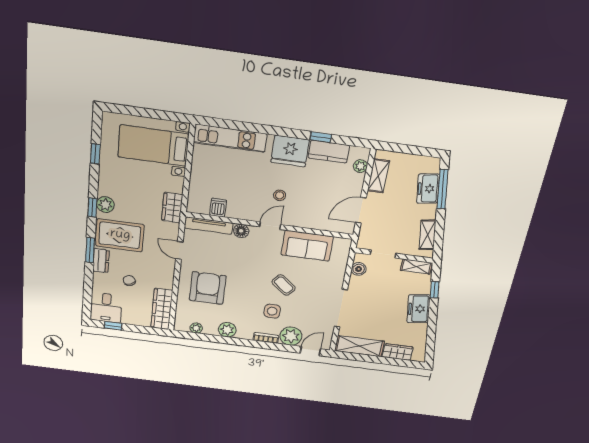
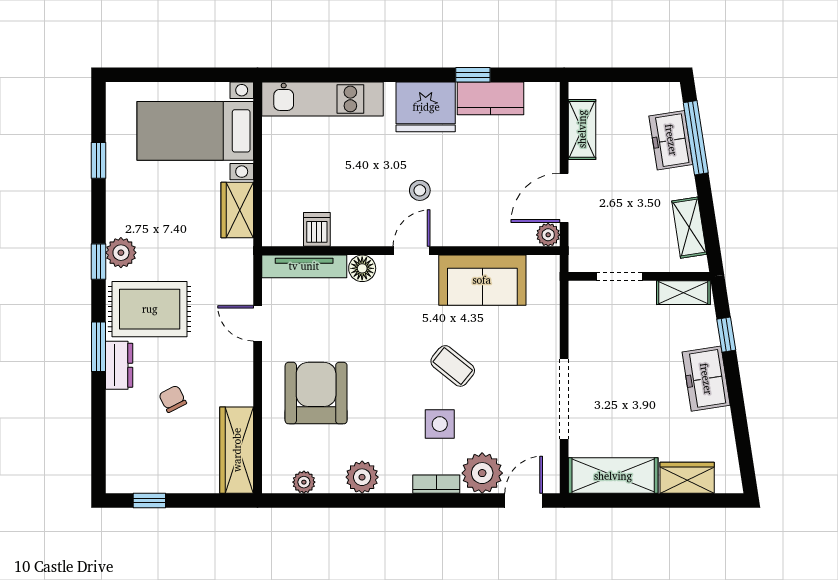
plant: (360, 166) -> (548, 235), moved
wardrobe: (172, 208) -> (237, 210), moved
boiler: (359, 269) -> (582, 313), removed
desk: (106, 308) -> (134, 463), removed

